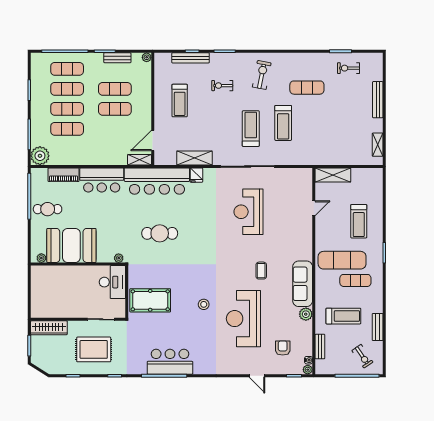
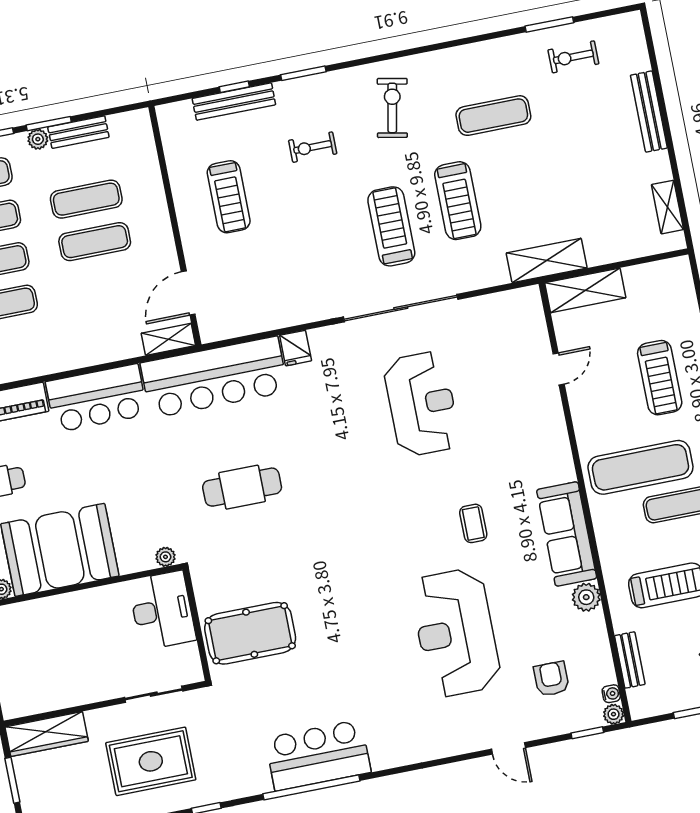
plant: (147, 57) -> (38, 139), moved
shelving: (194, 158) -> (547, 260), moved
reception desk: (249, 212) -> (422, 404), turned 180
stool: (204, 304) -> (365, 619), removed

